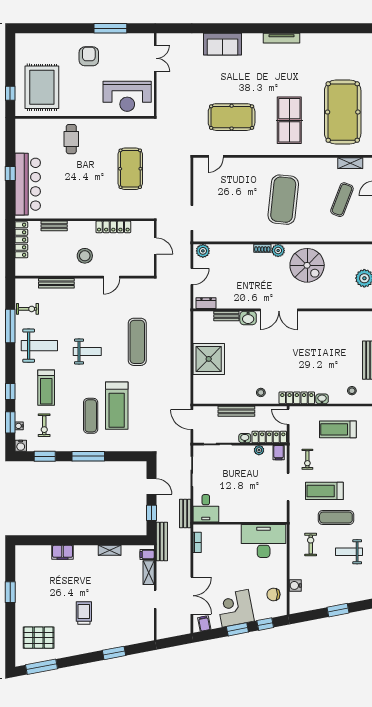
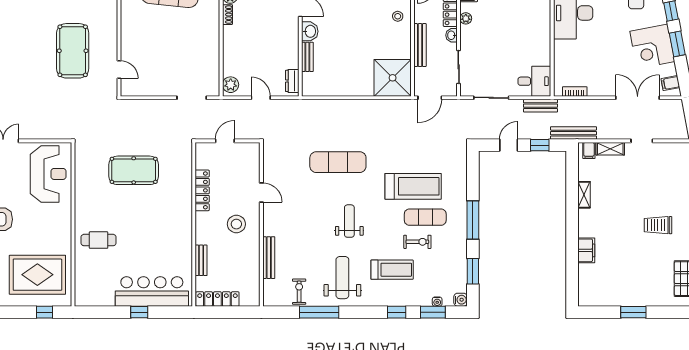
shower: (209, 359) -> (393, 78), moved
exercise bike: (44, 425) -> (417, 242), moved

